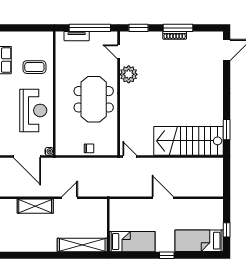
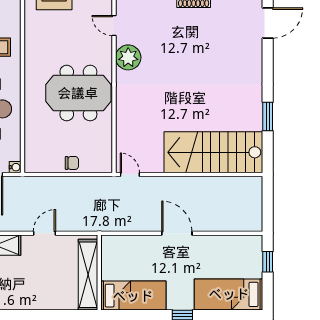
meeting table: (94, 99) -> (78, 93), turned 90
window: (227, 130) -> (268, 116), moved
window: (227, 230) -> (268, 262), moved
shelving: (82, 245) -> (88, 275), moved, turned 90

